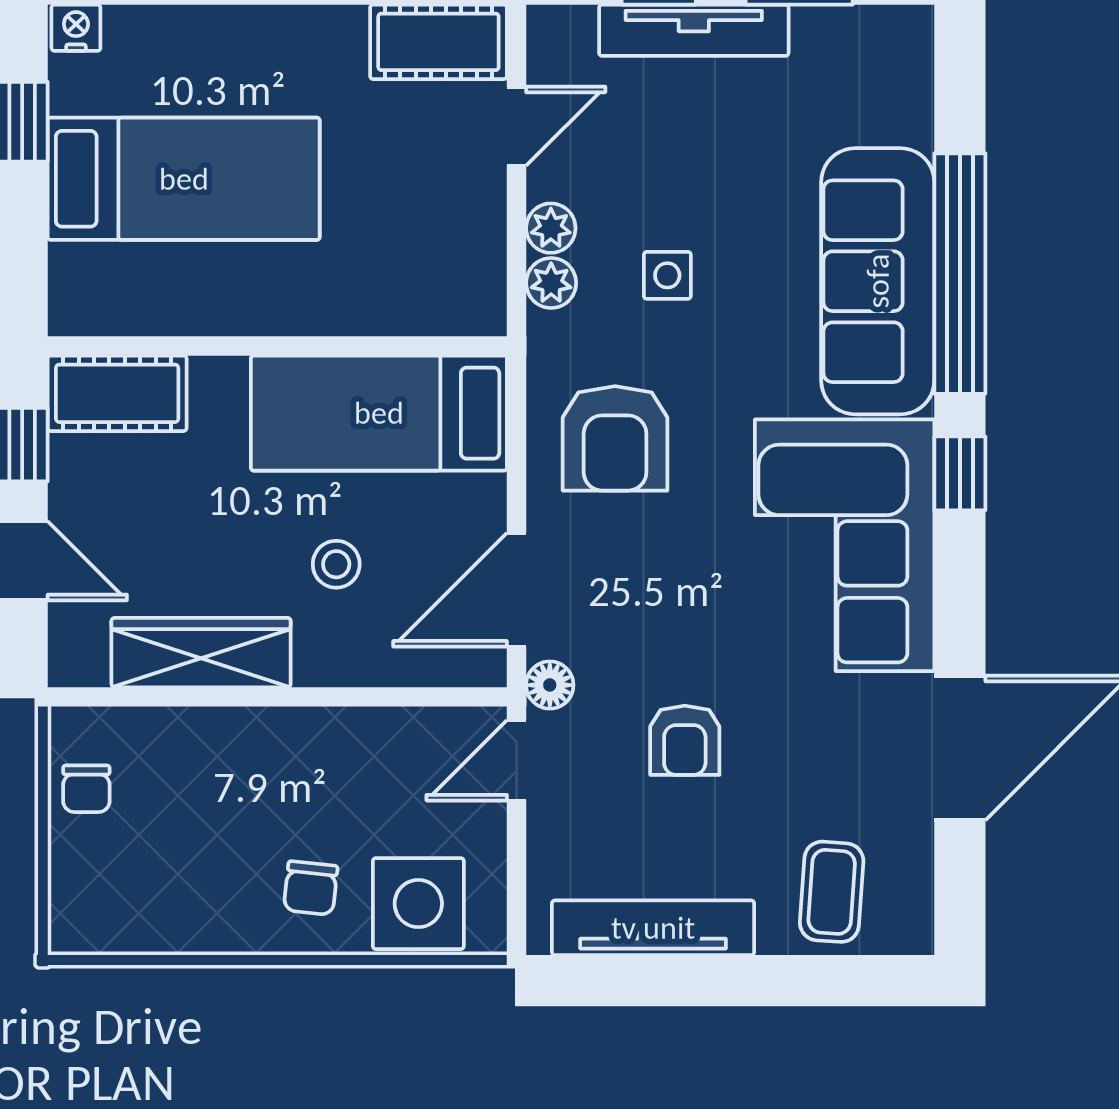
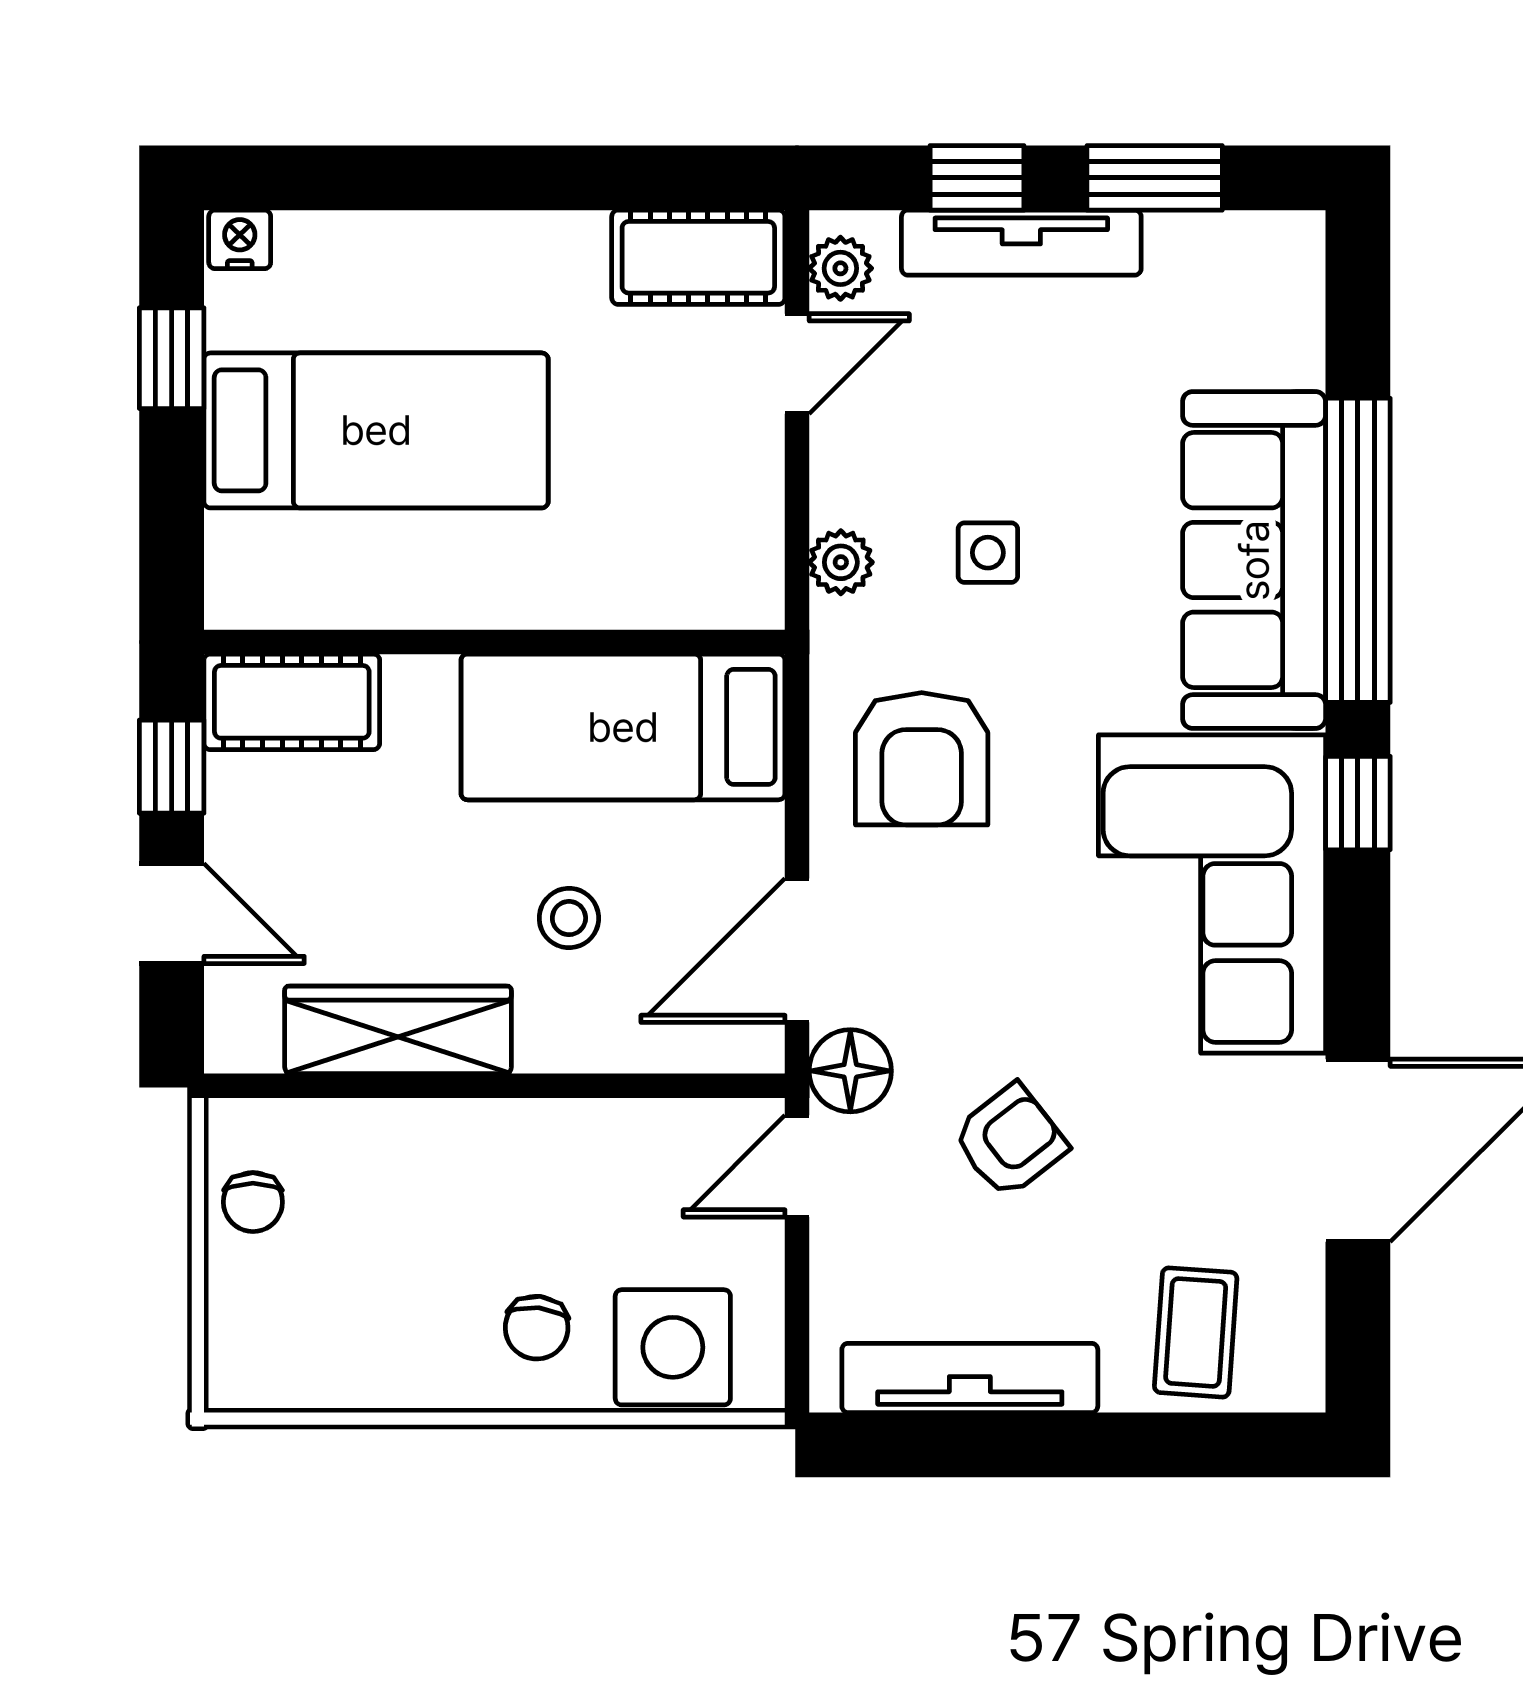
plant: (551, 228) -> (840, 268), moved
floor lamp: (550, 685) -> (850, 1071), width x1.37, depth x1.37
armchair: (685, 740) -> (1010, 1141), turned -128

